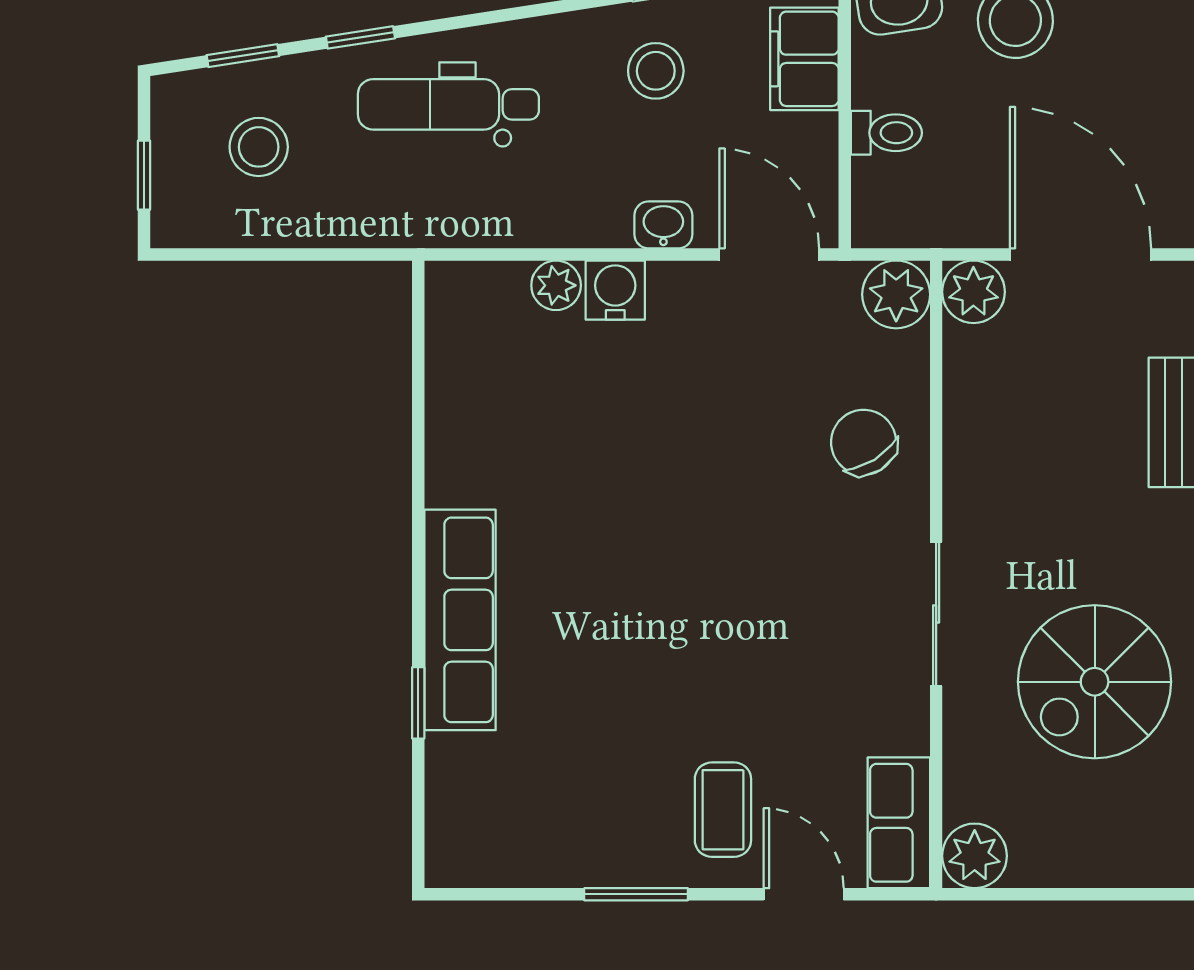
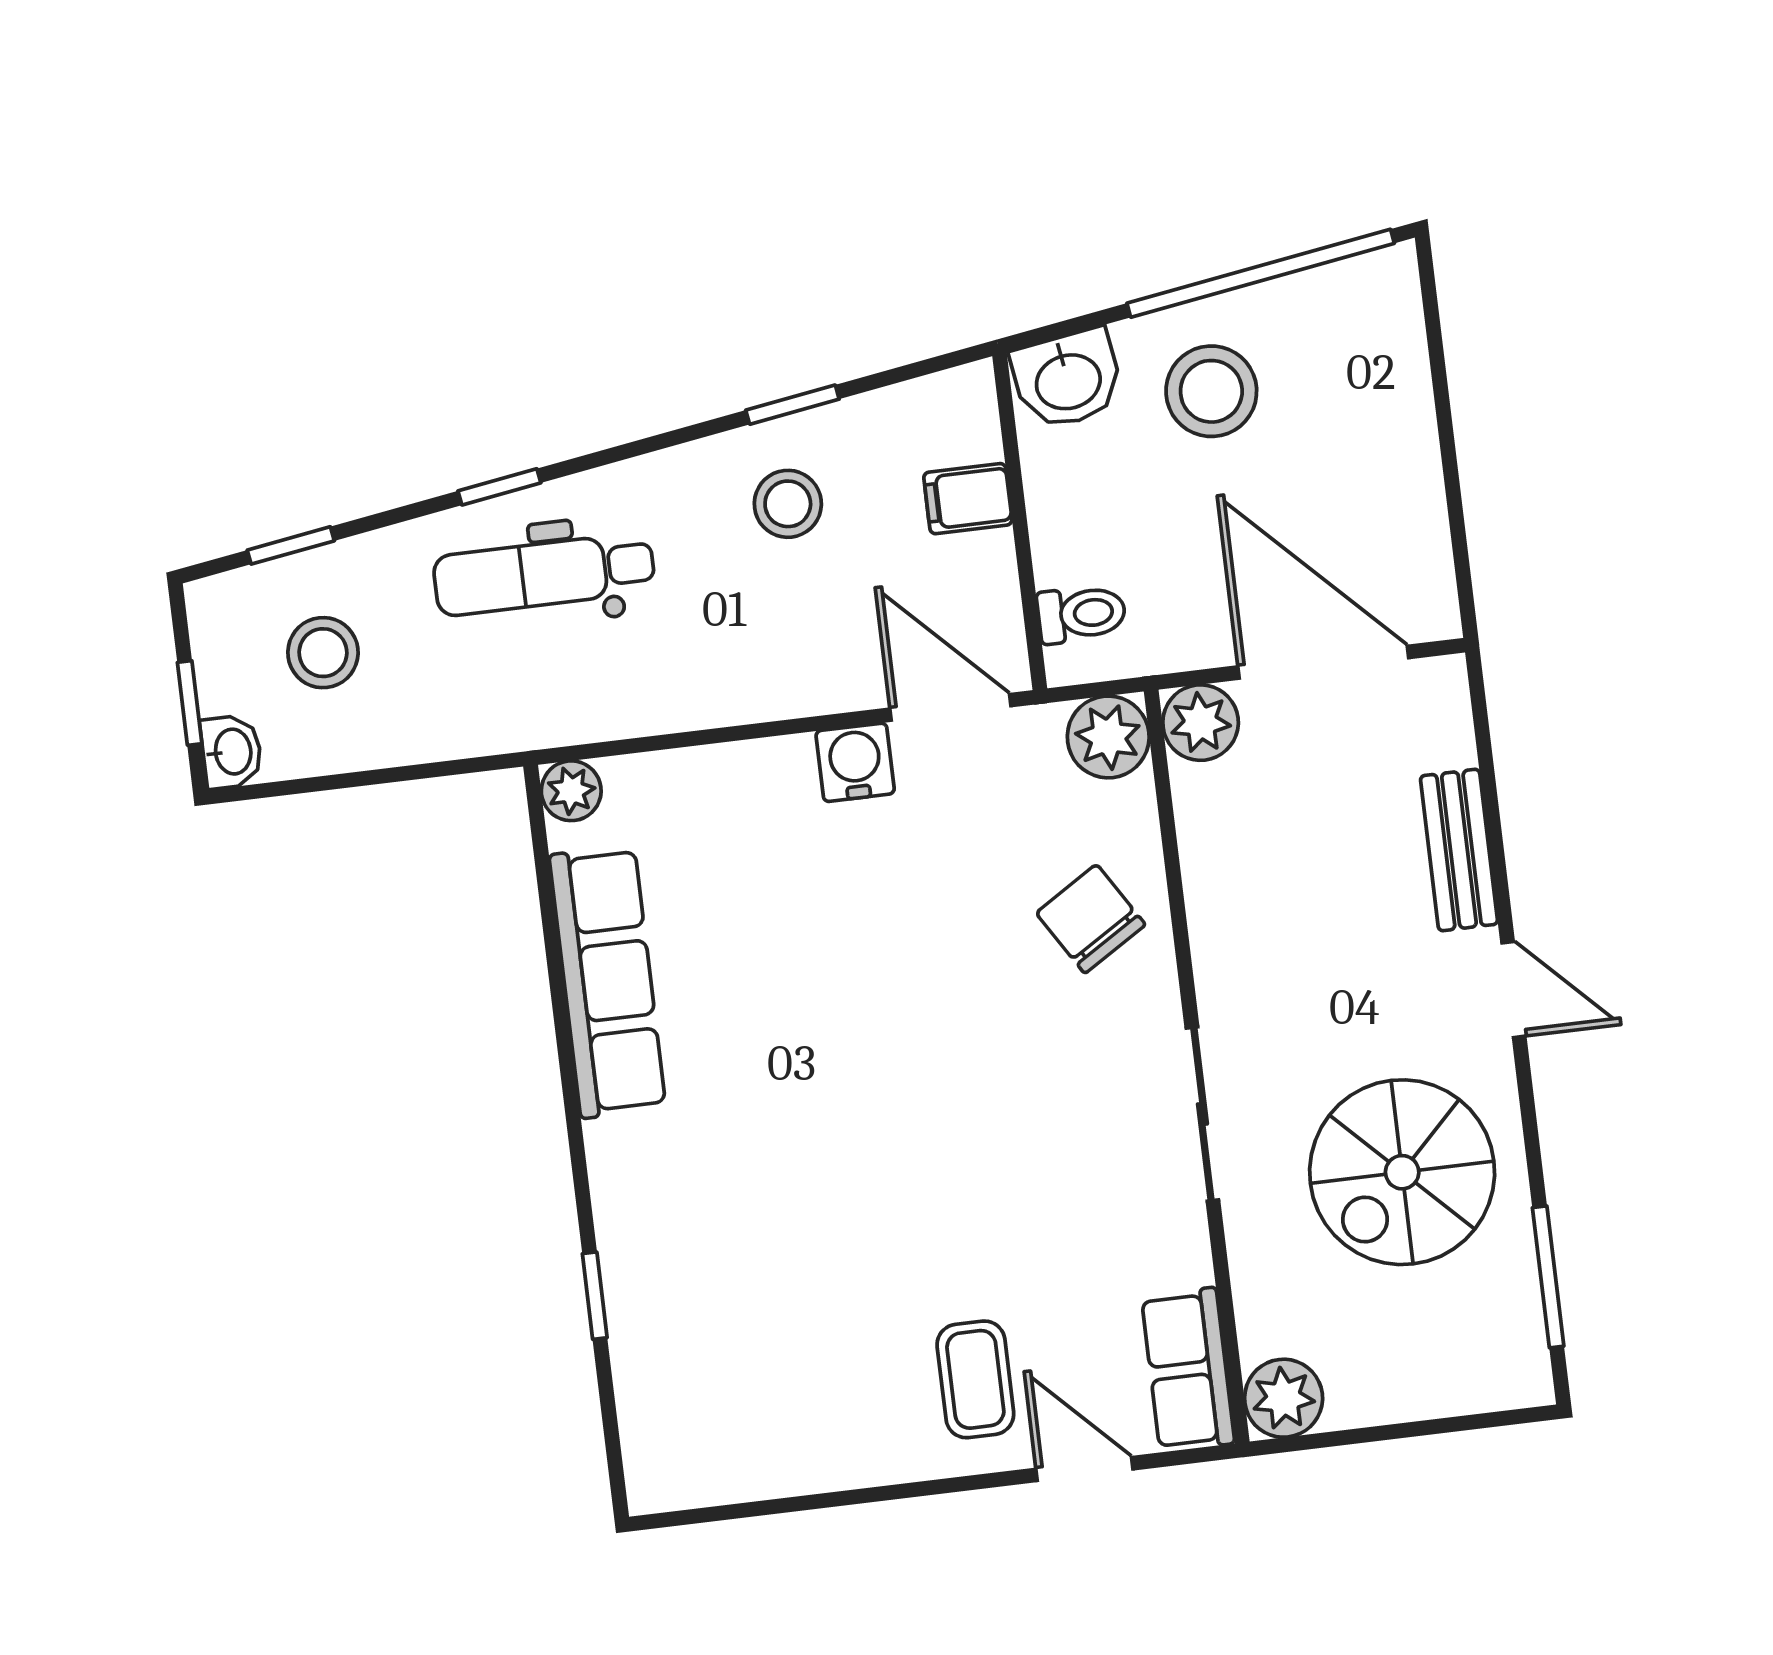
window: (360, 37) -> (499, 487), moved
filing cabinet: (804, 59) -> (968, 499), width x0.50
toilet: (886, 133) -> (1081, 614), moved
washbasin: (663, 225) -> (231, 752), moved, turned 90
plant: (556, 285) -> (571, 791), moved
water cooler: (615, 290) -> (855, 762), moved
row of seats: (460, 620) -> (608, 982), moved
window: (636, 894) -> (884, 1493), removed

